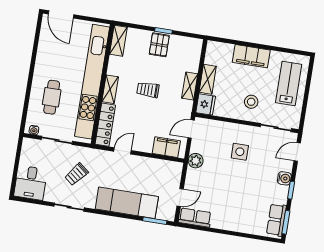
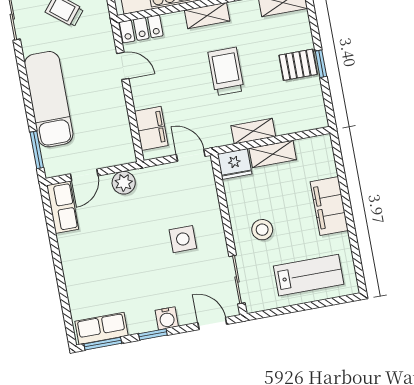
trolley: (148, 90) -> (226, 71), width x1.36, depth x1.39
locker: (105, 125) -> (141, 29), width x0.66
plant: (196, 161) -> (124, 183), moved
door: (180, 198) -> (84, 175), hinge flipped

